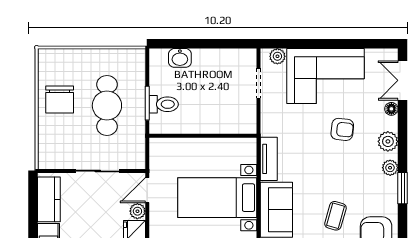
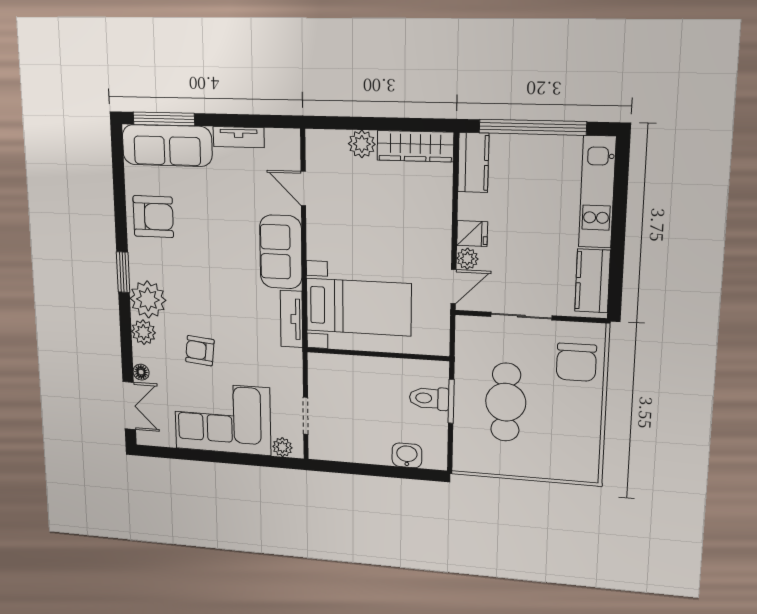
chair: (60, 99) -> (576, 362), moved, turned 180
plant: (390, 168) -> (148, 299), width x1.88, depth x1.88
bed with nightstands: (217, 198) -> (359, 307), moved
coffee table: (335, 216) -> (205, 240), removed

